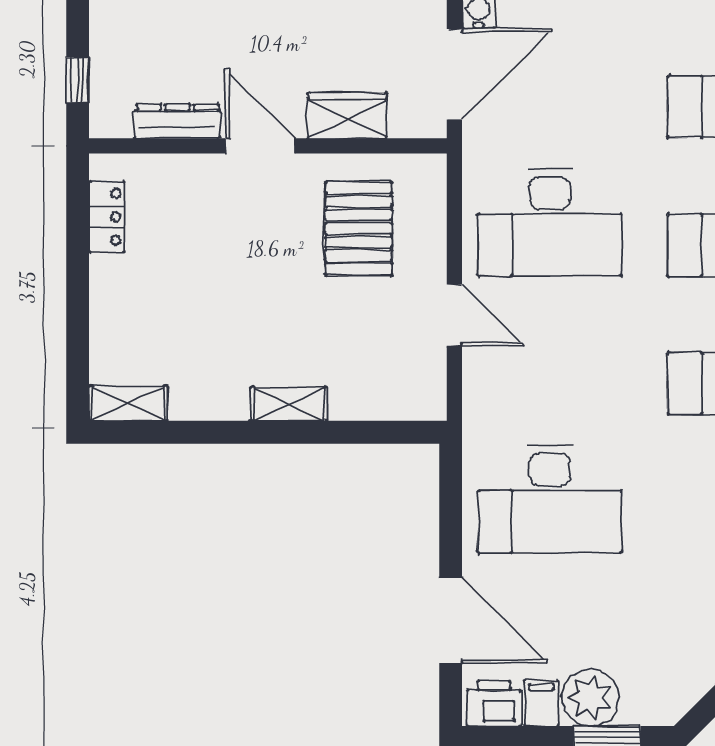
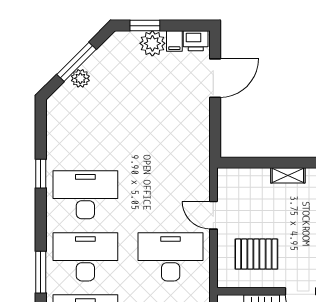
pallet: (359, 229) -> (256, 254), turned 90
desk: (550, 499) -> (171, 133), removed
door: (451, 620) -> (215, 78), swing flipped

